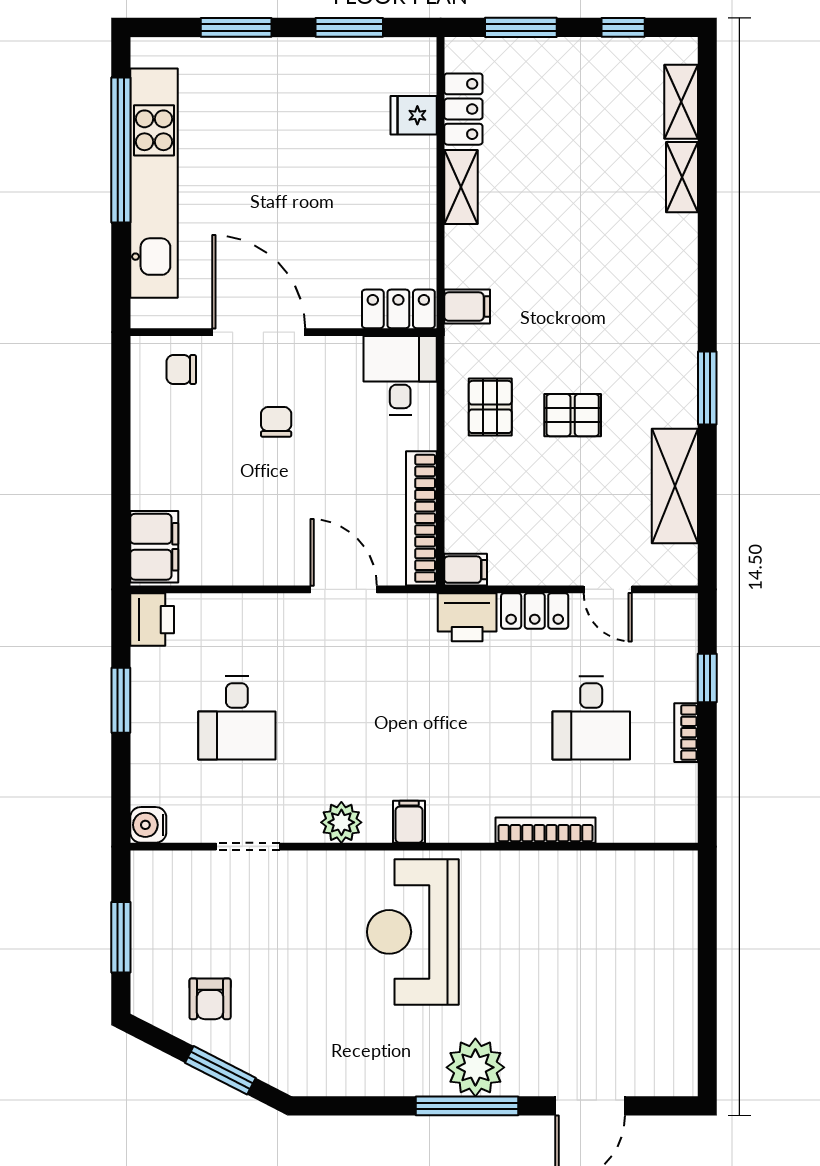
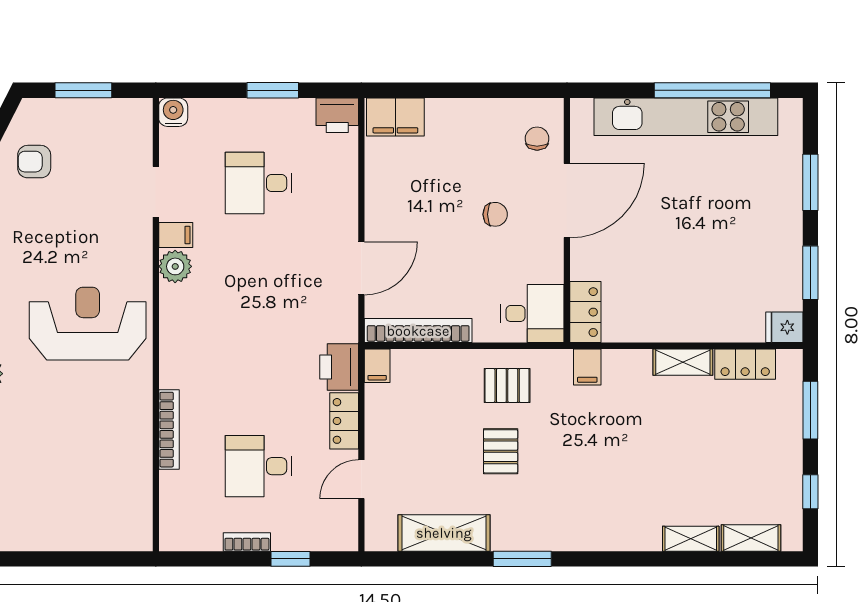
fridge: (414, 115) -> (784, 327), moved, turned -90
filing cabinet: (409, 822) -> (176, 235), moved

